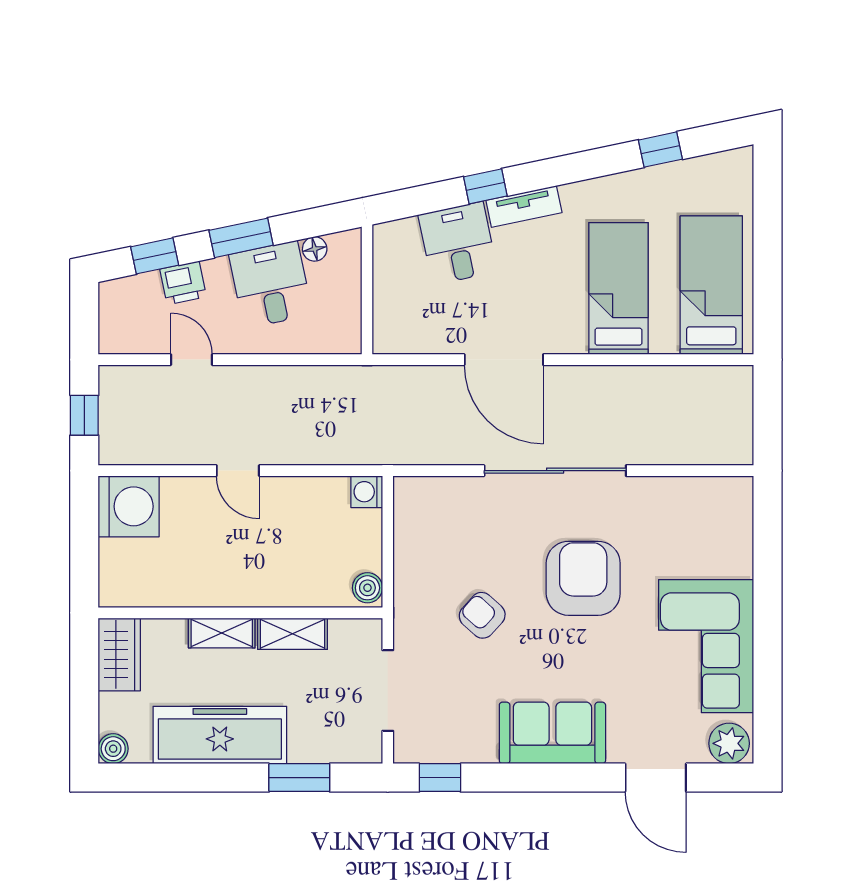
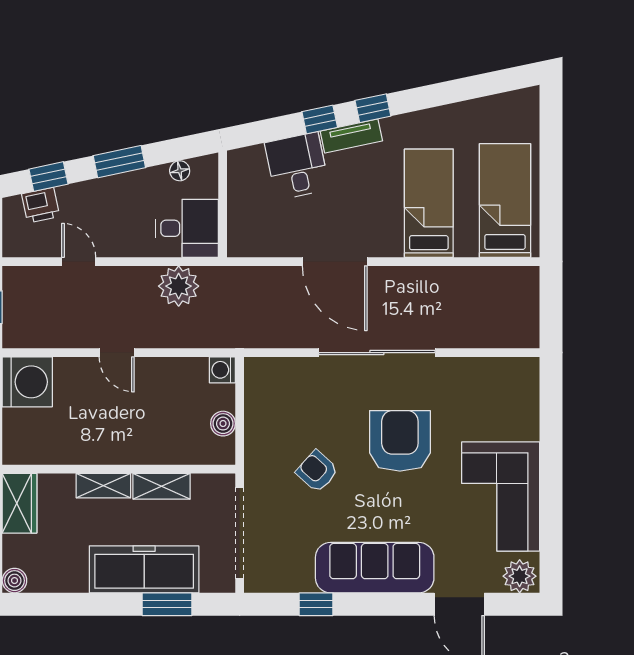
window: (660, 150) -> (373, 108), moved
printer: (183, 283) -> (41, 205), moved
desk: (271, 285) -> (187, 228), moved, turned 102
plant: (313, 390) -> (179, 286), added
boiler: (367, 588) -> (223, 424), moved
doorway: (388, 690) -> (240, 533), width x1.36
sofa: (552, 733) -> (375, 568), width x1.36
freezer: (220, 735) -> (144, 569), moved
window: (440, 778) -> (316, 604), moved

